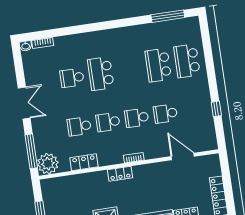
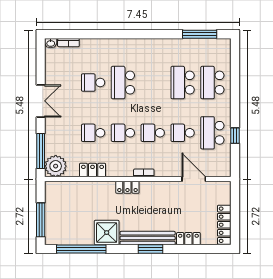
school desk: (194, 109) -> (212, 133), added

